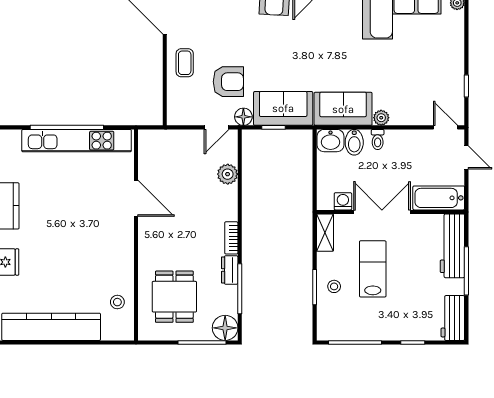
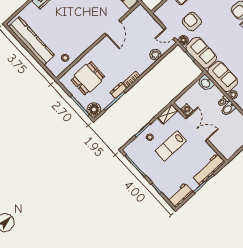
armchair: (228, 82) -> (192, 22), turned 180
bidet: (354, 142) -> (228, 109), moved
bathtub: (439, 198) -> (222, 146), removed
lab bench: (373, 269) -> (171, 146), turned 180

